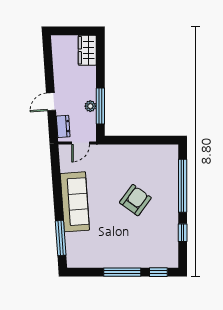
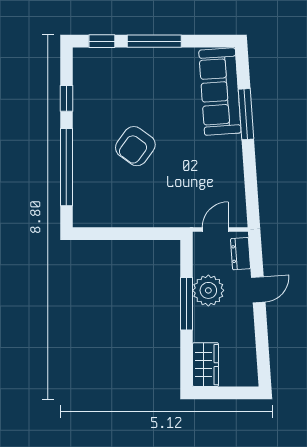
plant: (90, 106) -> (208, 290), width x1.88, depth x1.88
window: (100, 106) -> (186, 304), moved
sofa: (75, 202) -> (220, 92), moved
window: (61, 238) -> (246, 114), moved

